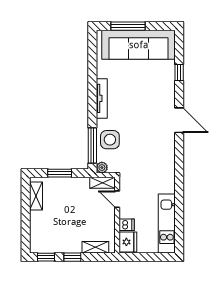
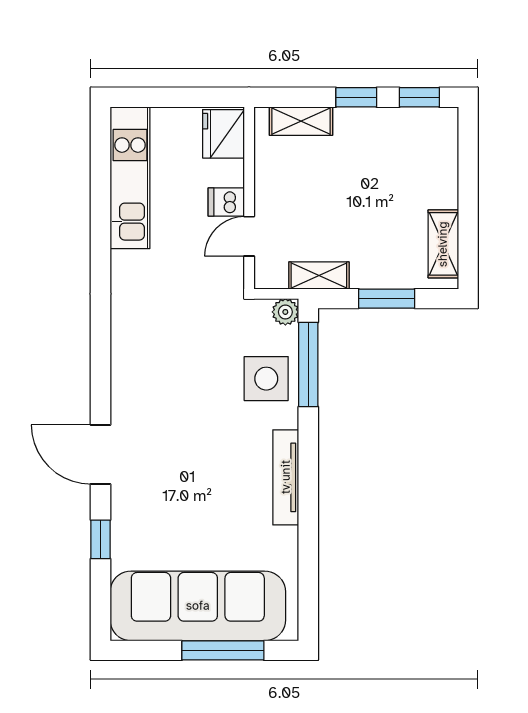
door: (179, 120) -> (100, 454), moved
shelving: (102, 183) -> (319, 275), moved
door: (117, 199) -> (249, 236), swing flipped
dishwasher: (127, 225) -> (226, 202), moved

